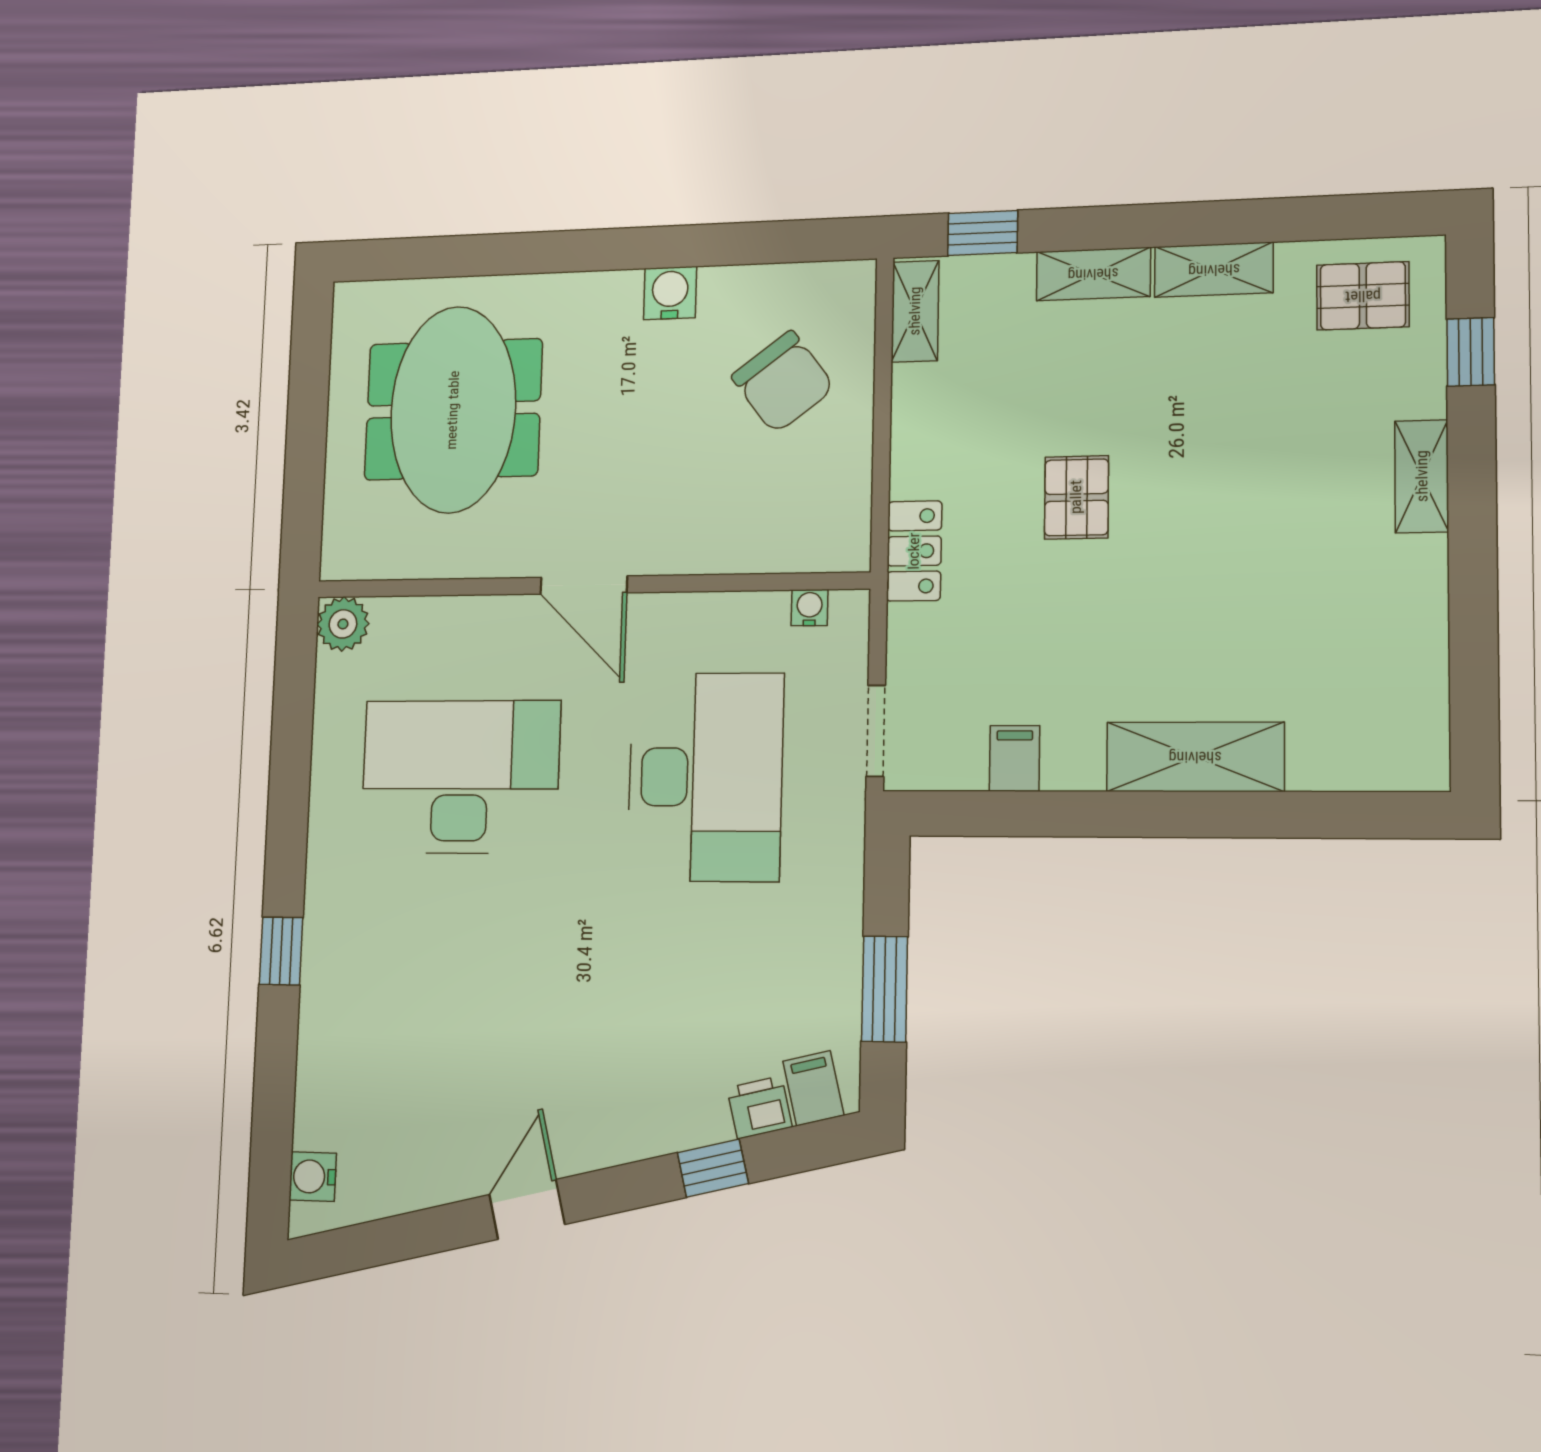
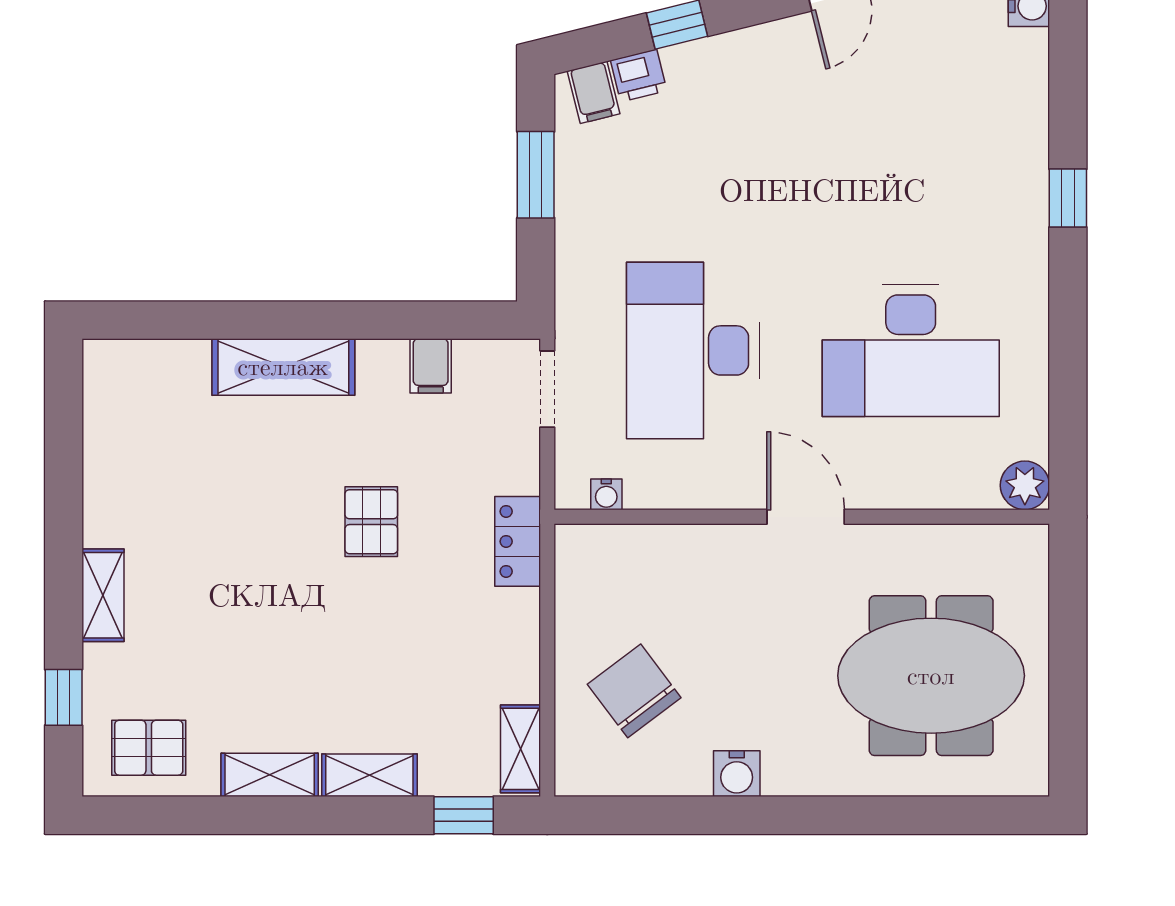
meeting table: (453, 410) -> (931, 676), turned 90
pallet: (1076, 497) -> (371, 522), moved

